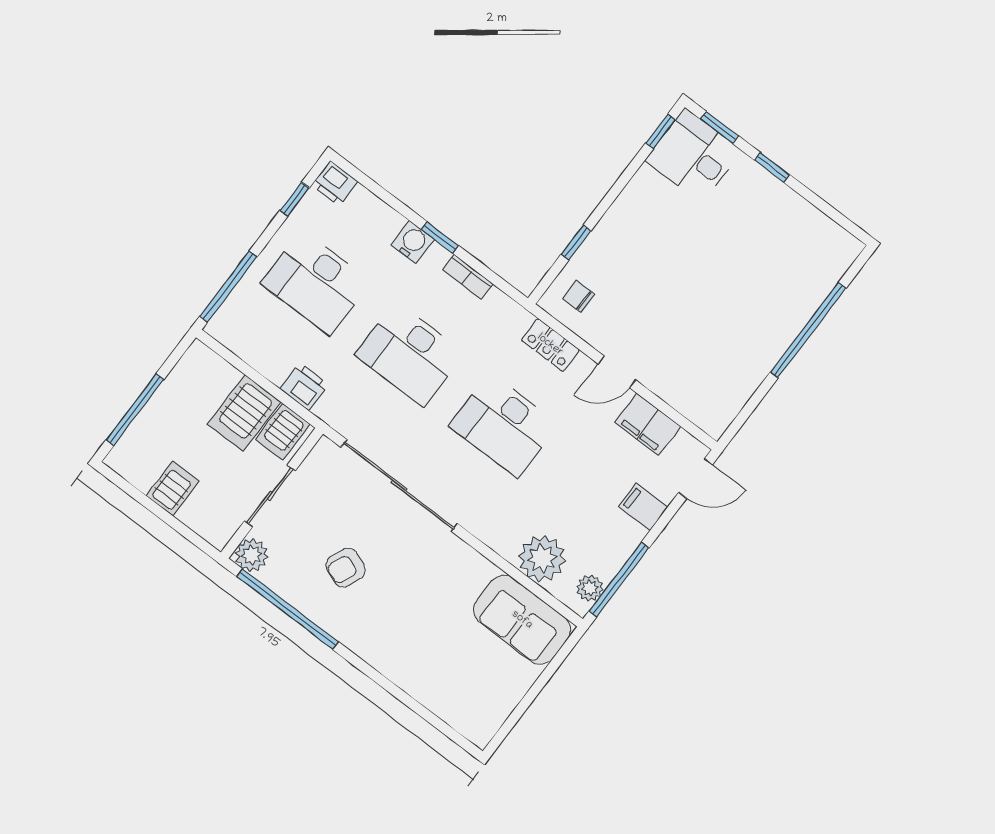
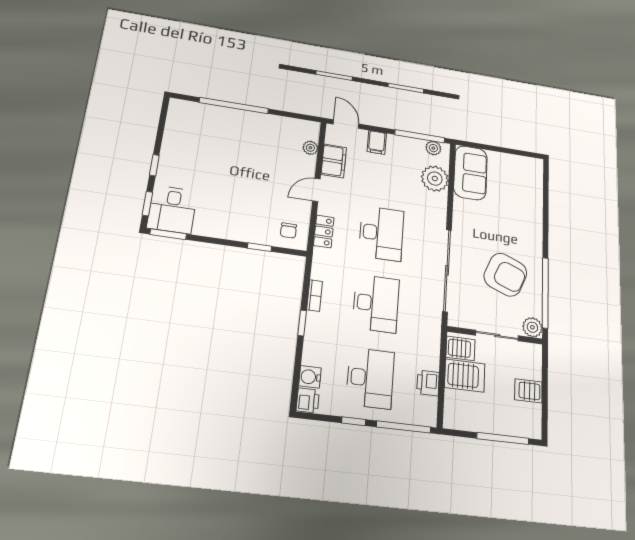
window: (661, 131) -> (168, 234), width x1.50
window: (295, 199) -> (354, 421), moved
water cooler: (413, 242) -> (310, 377), moved
door: (617, 372) -> (316, 190), swing flipped
printer: (304, 387) -> (428, 383), moved
plant: (686, 402) -> (310, 148), added
armchair: (346, 568) -> (505, 275), width x1.88, depth x1.88

